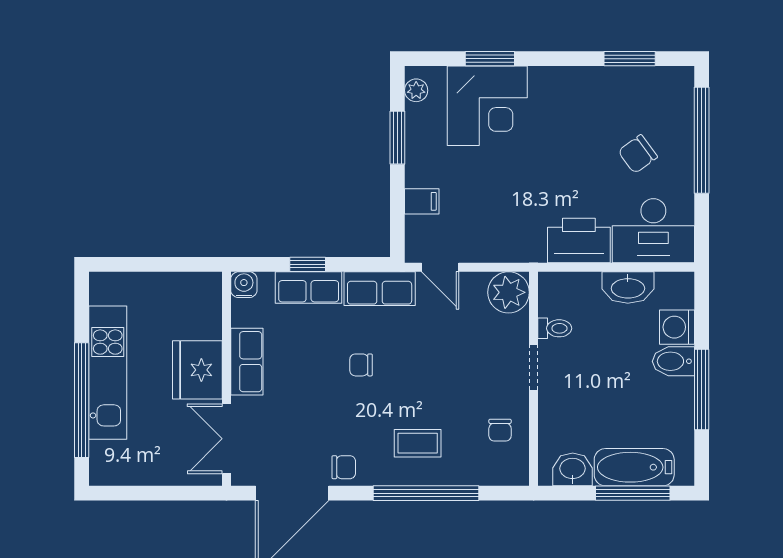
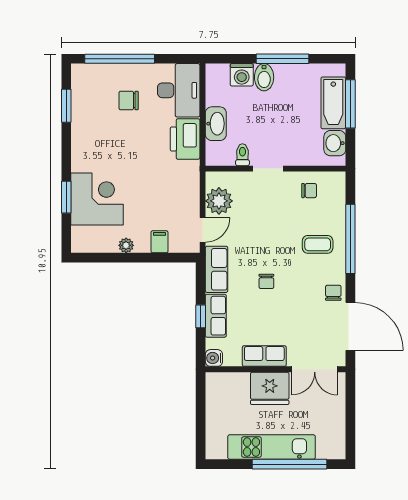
plant: (416, 90) -> (126, 245), moved
window: (397, 138) -> (118, 258), removed
chair: (638, 154) -> (129, 100), turned 126
washbasin: (628, 287) -> (216, 124), moved
plant: (509, 292) -> (219, 201), moved
coffee table: (418, 443) -> (318, 244), turned 90

